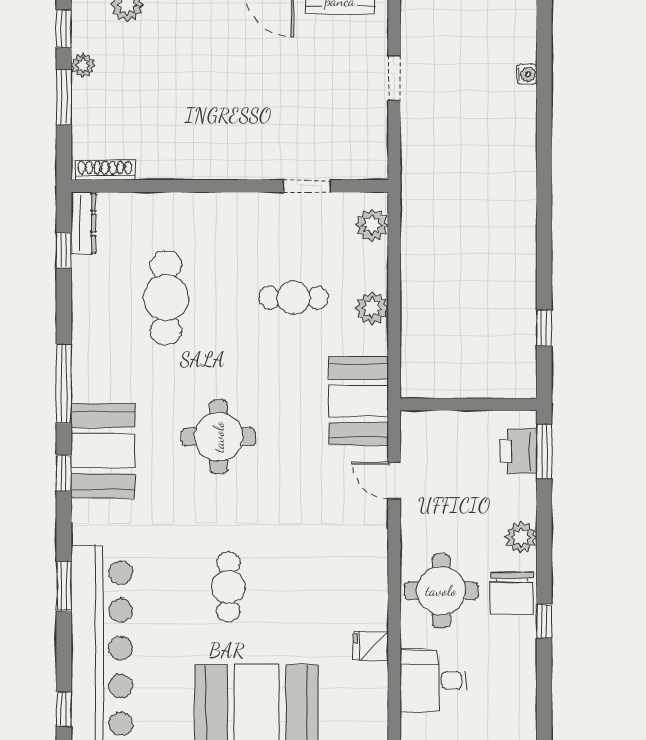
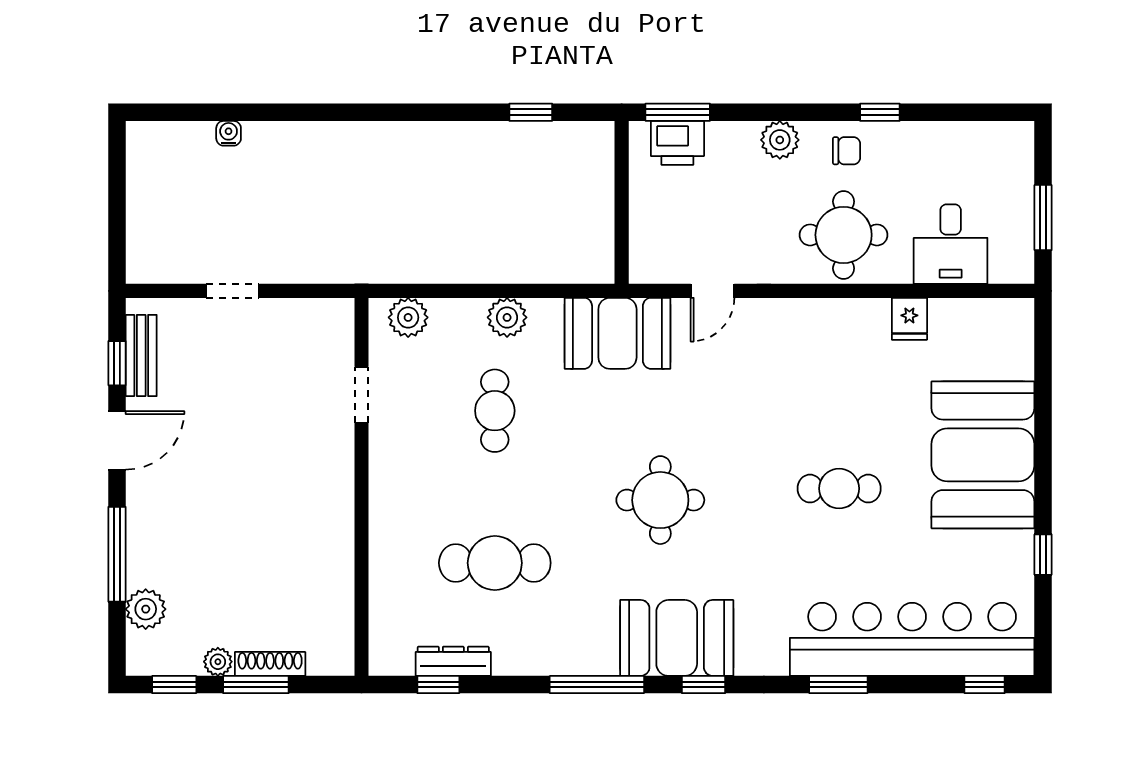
shoe rack: (105, 170) -> (270, 664), moved, turned 90
dresser: (83, 223) -> (453, 661), moved
chair: (512, 593) -> (847, 151), width x0.54, depth x0.54

